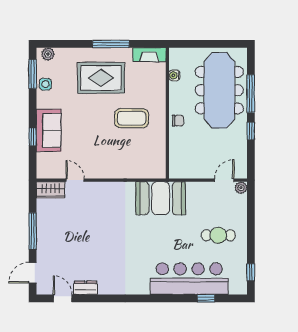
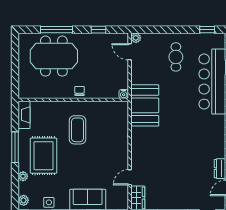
plant: (76, 53) -> (23, 176), added
water cooler: (174, 75) -> (124, 94), moved
meeting table: (219, 90) -> (54, 56), width x0.73
window: (251, 131) -> (98, 30), moved

